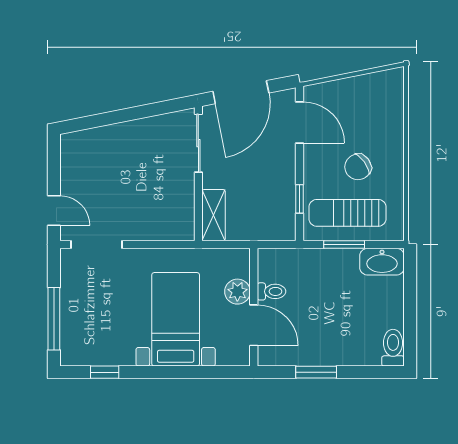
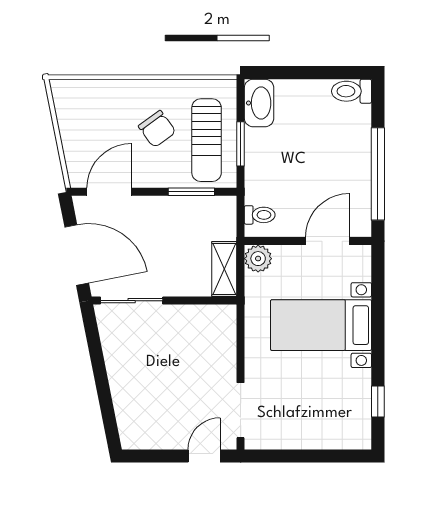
window: (299, 199) -> (191, 192), width x1.50
shelving: (214, 215) -> (224, 269), moved, turned 90
toilet: (272, 291) -> (260, 215), moved, turned 90
plant: (237, 292) -> (258, 259), moved
window: (54, 319) -> (321, 456), removed
window: (316, 372) -> (378, 174), width x2.11

